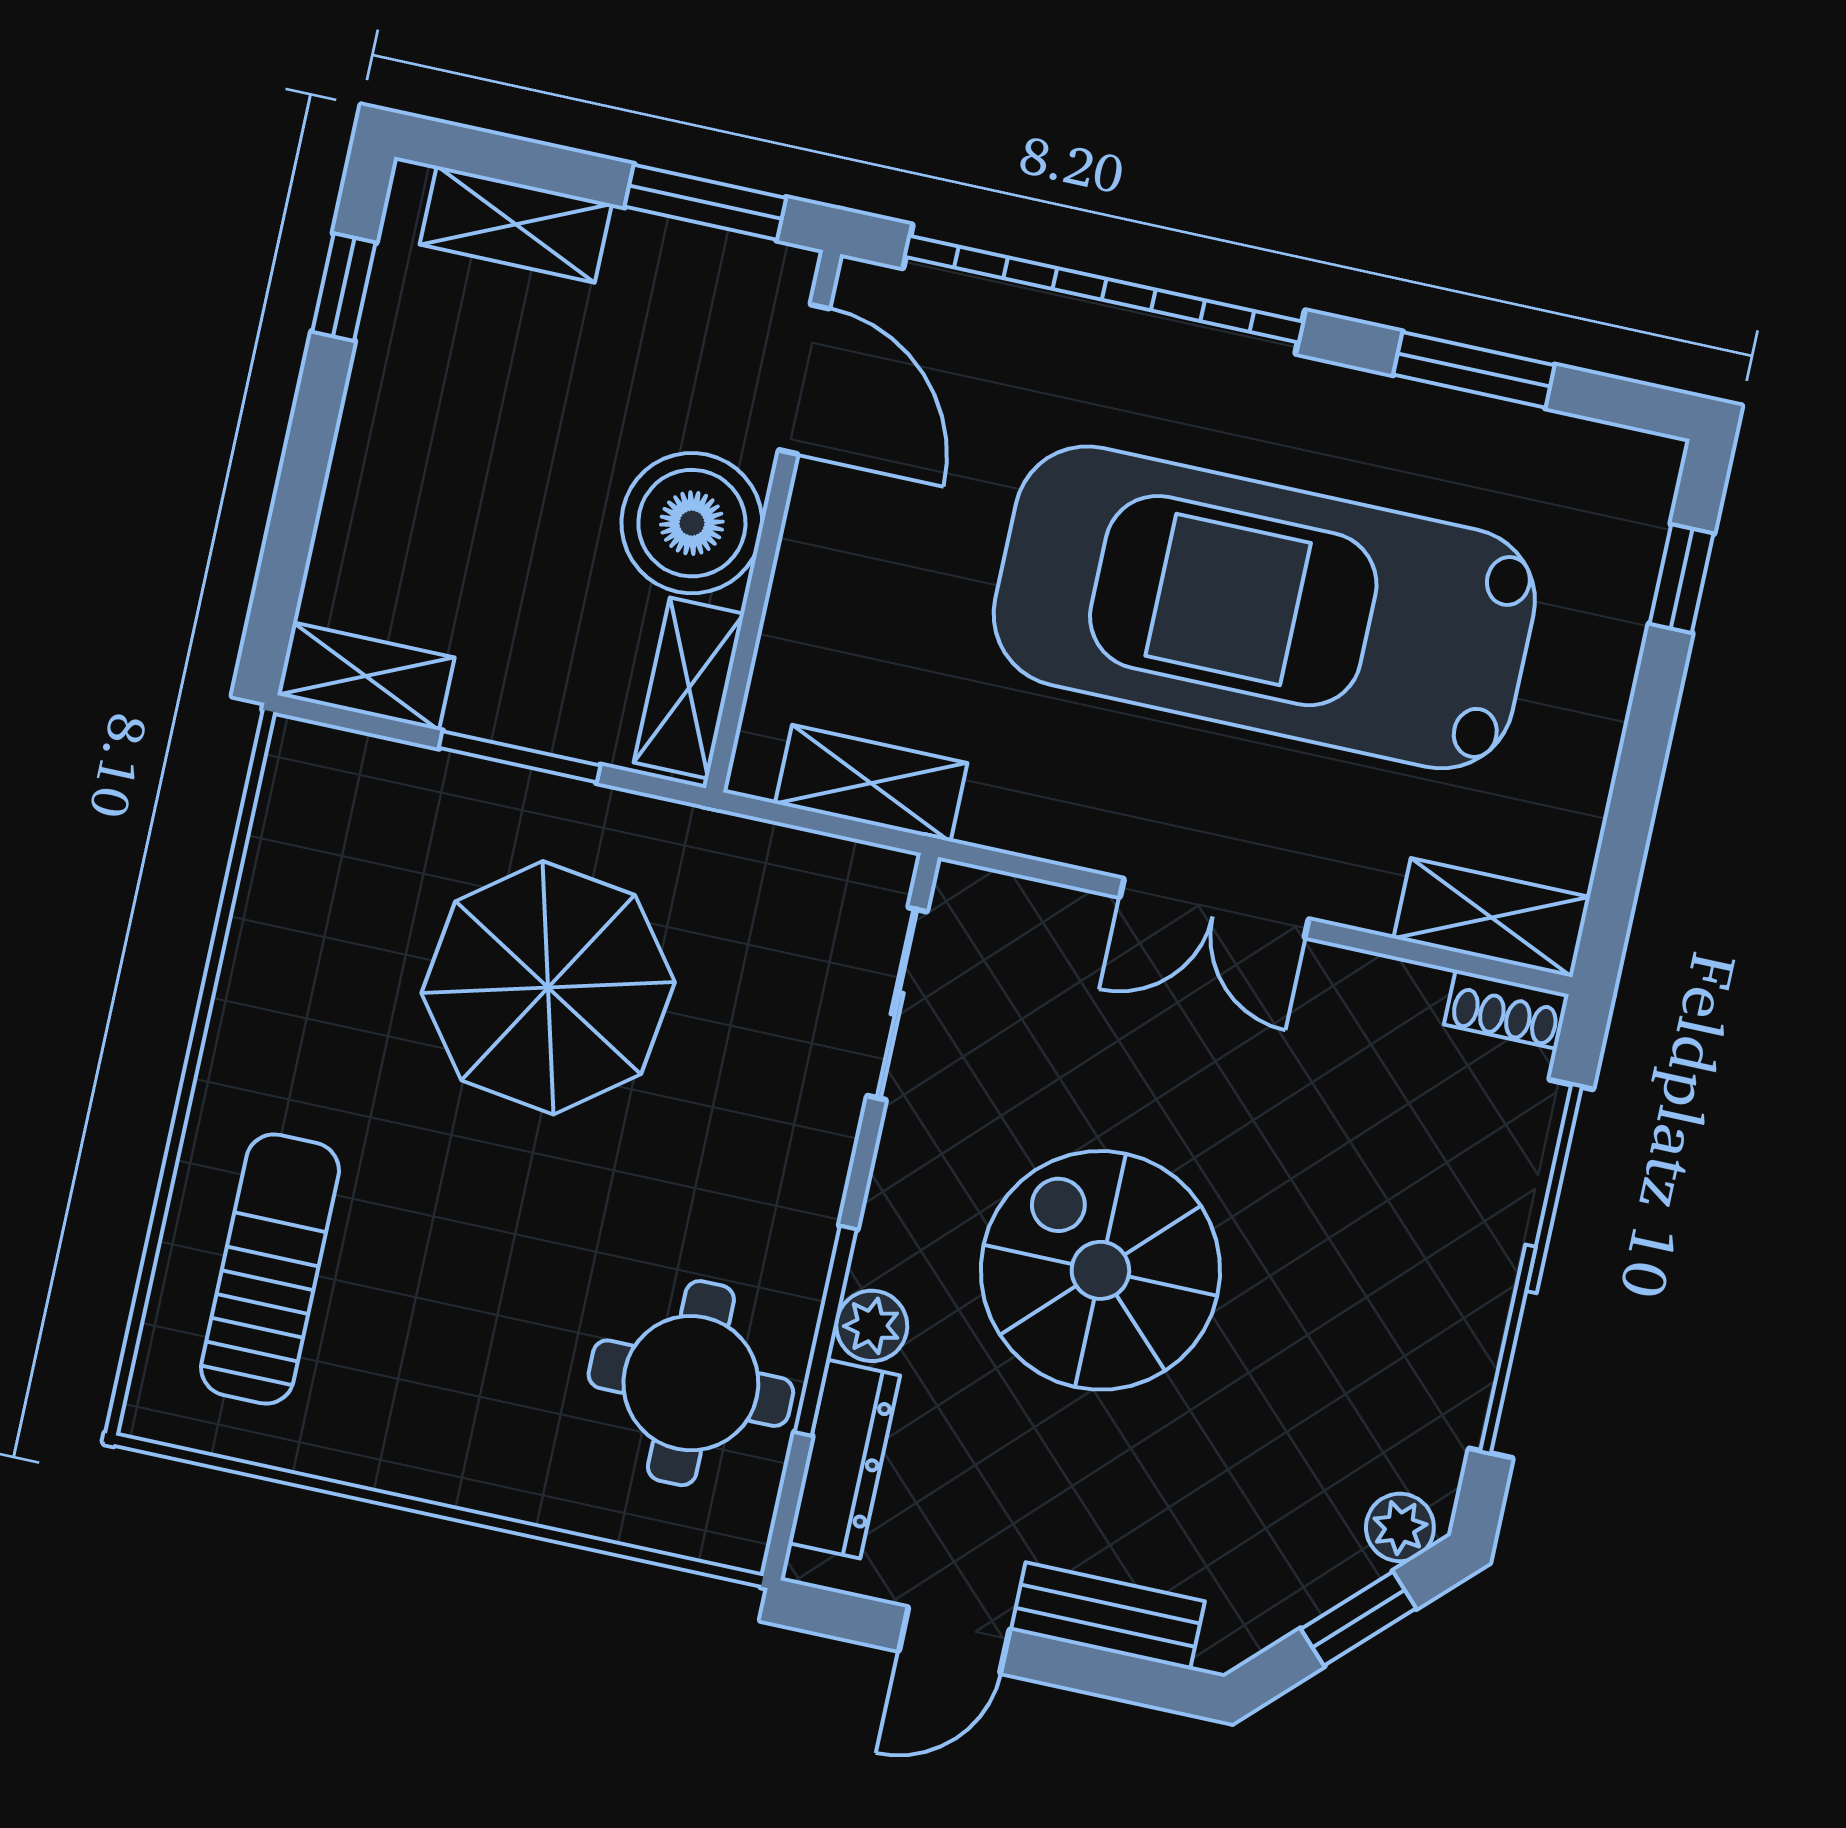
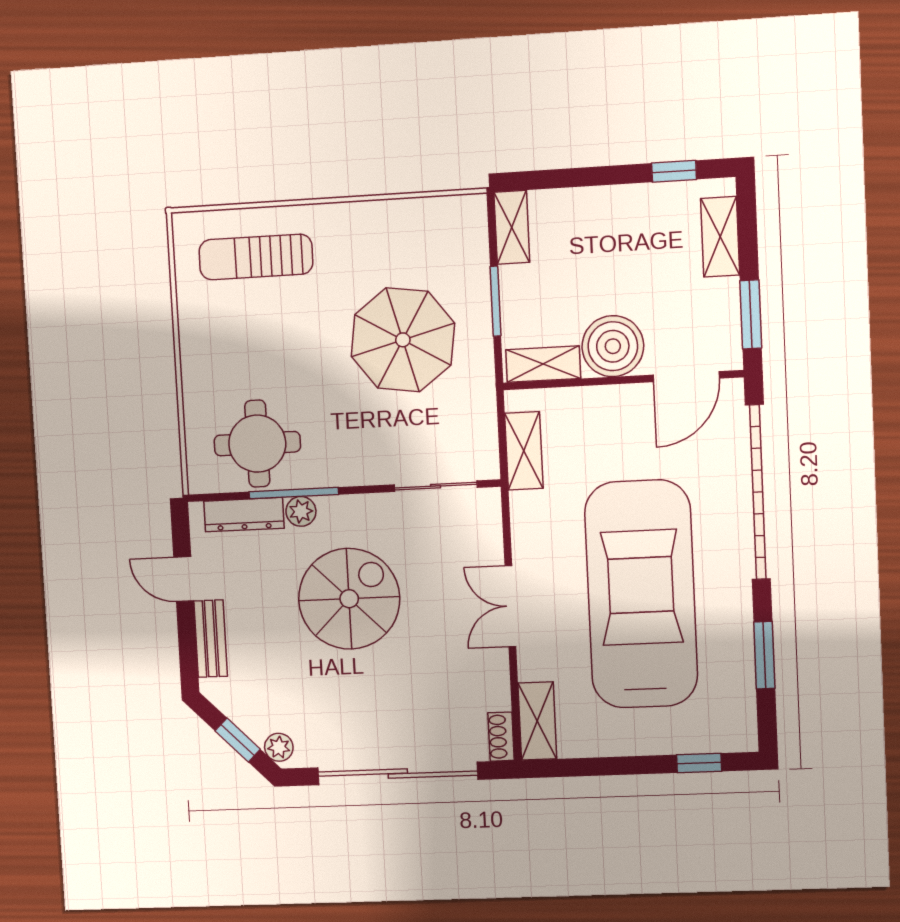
sun lounger: (270, 1269) -> (256, 257), turned 180

